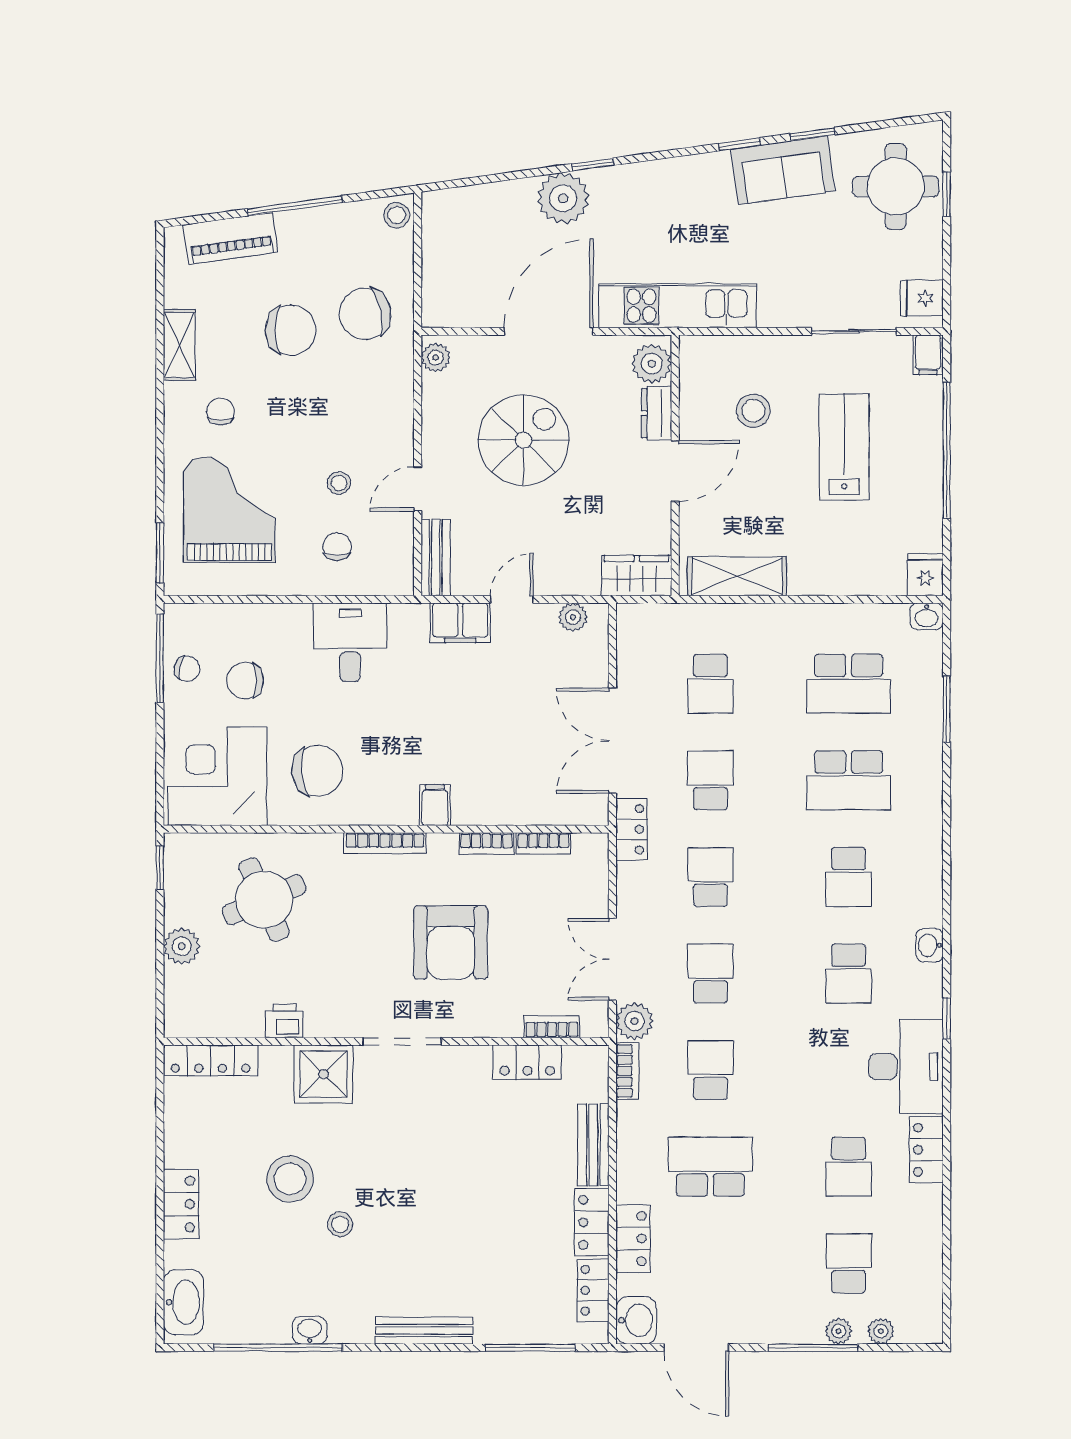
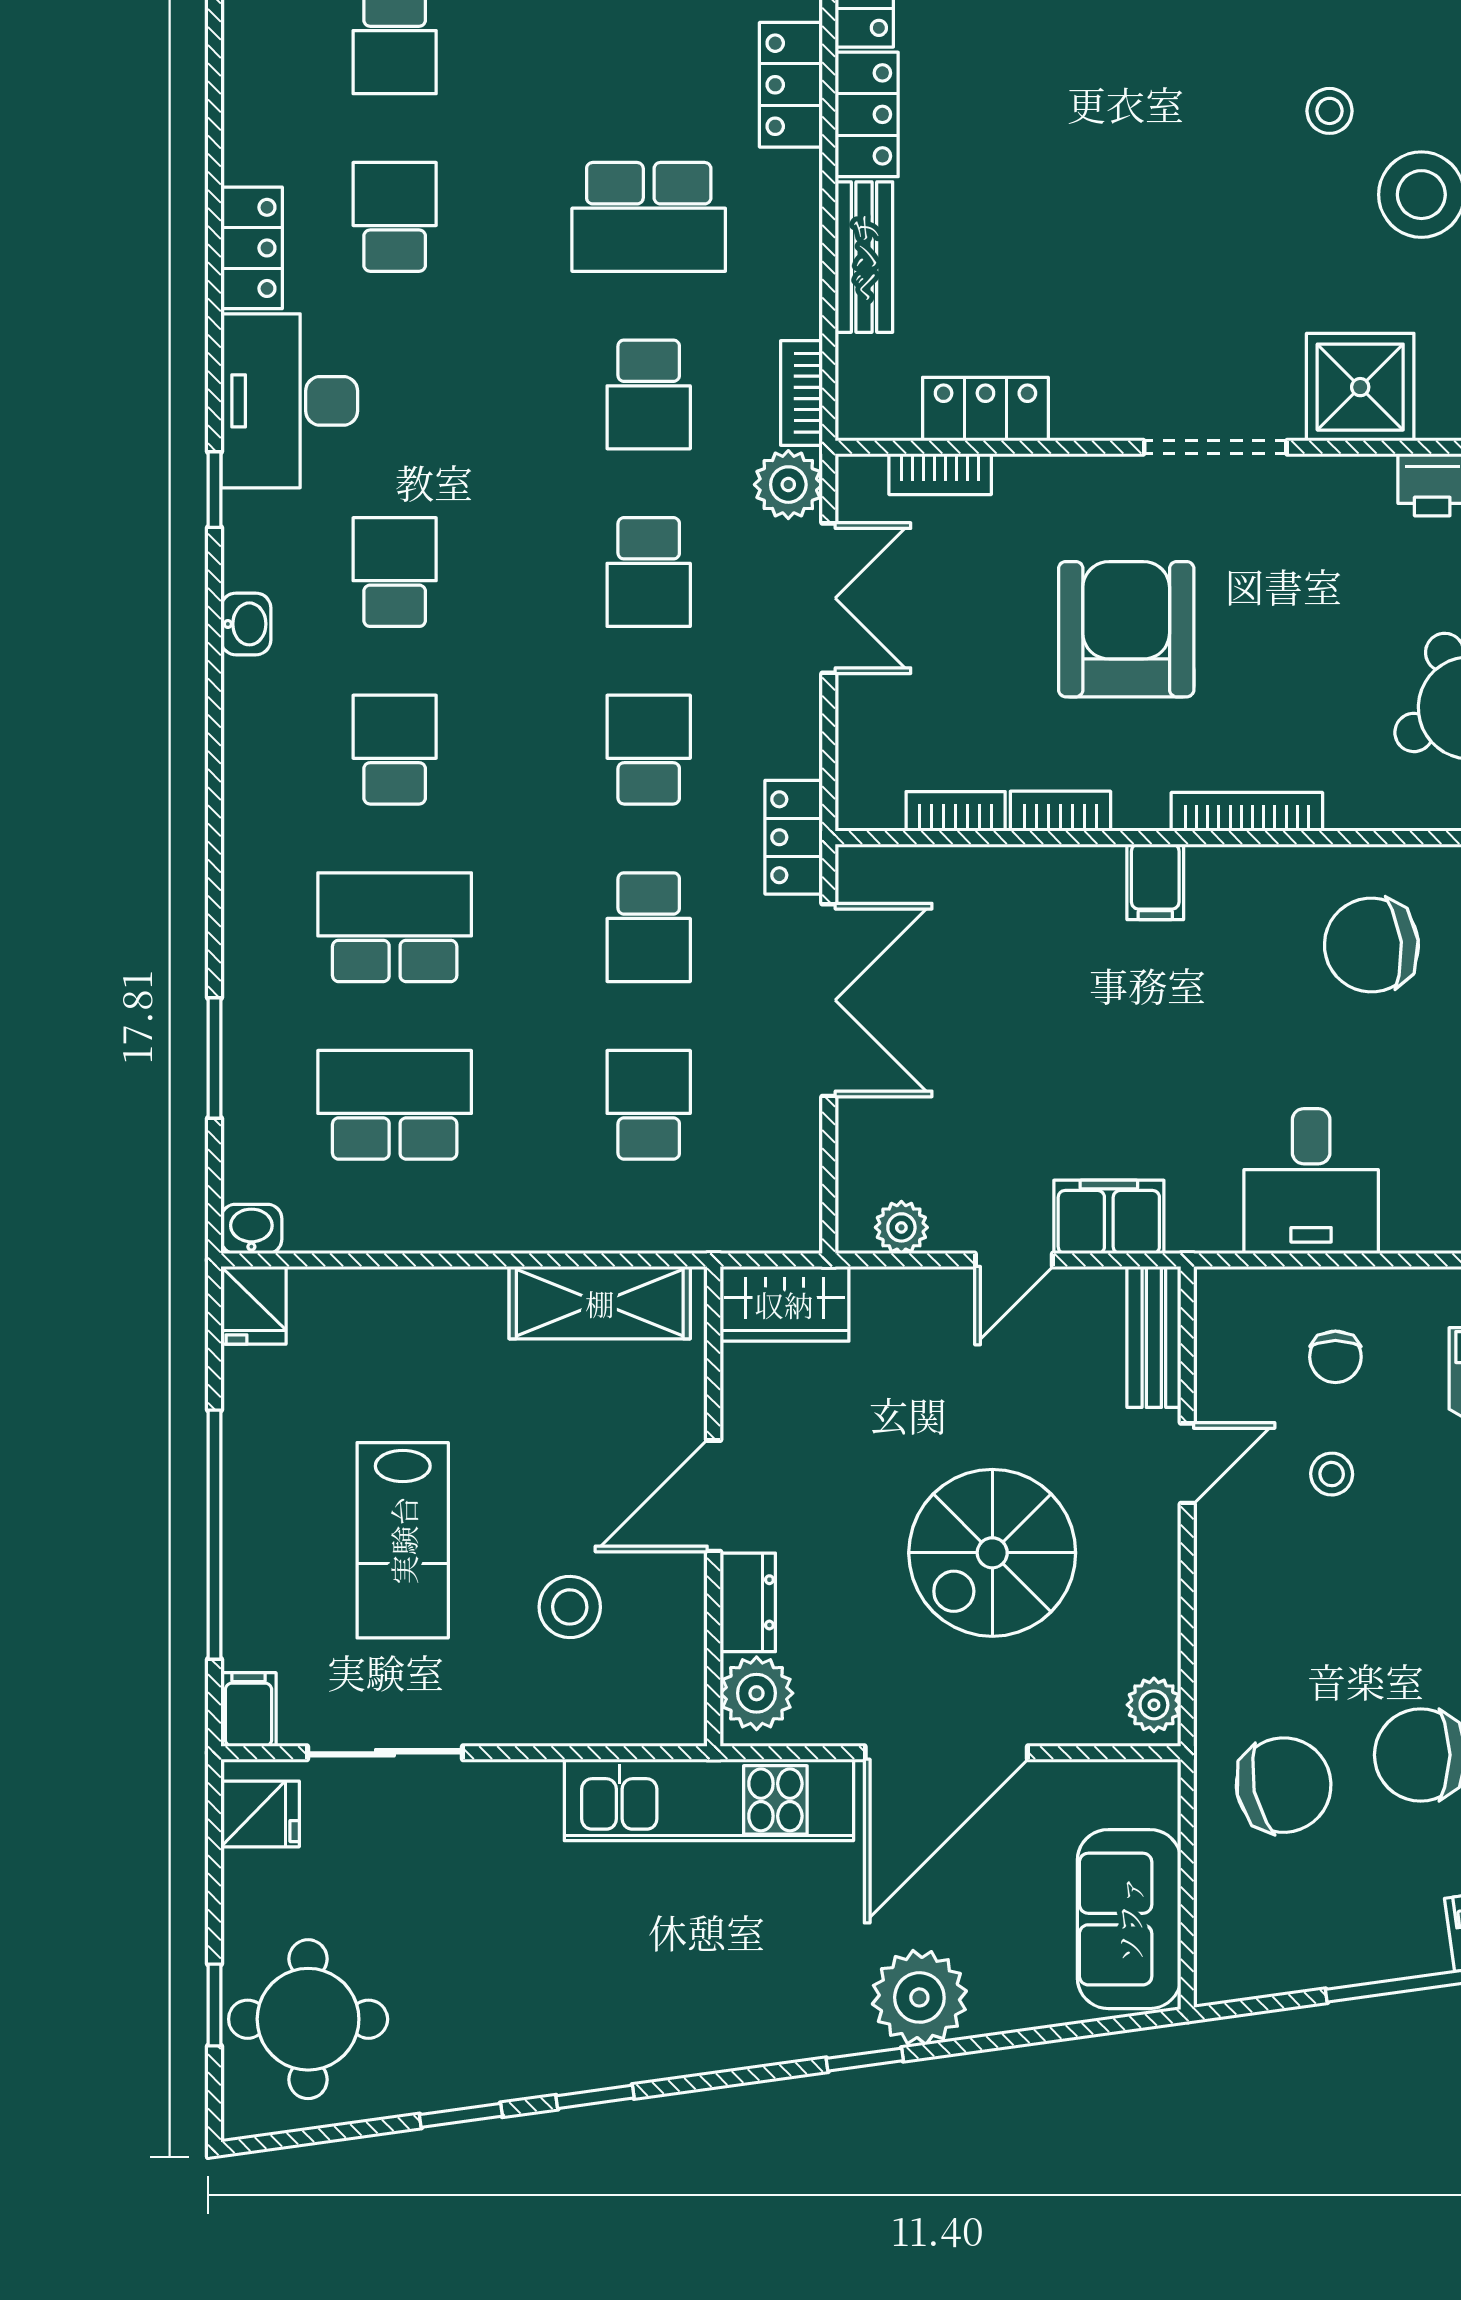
sofa: (783, 170) -> (1129, 1919), moved, turned -82
stool: (397, 215) -> (1226, 1967), removed
school desk: (710, 877) -> (649, 750), turned 180

